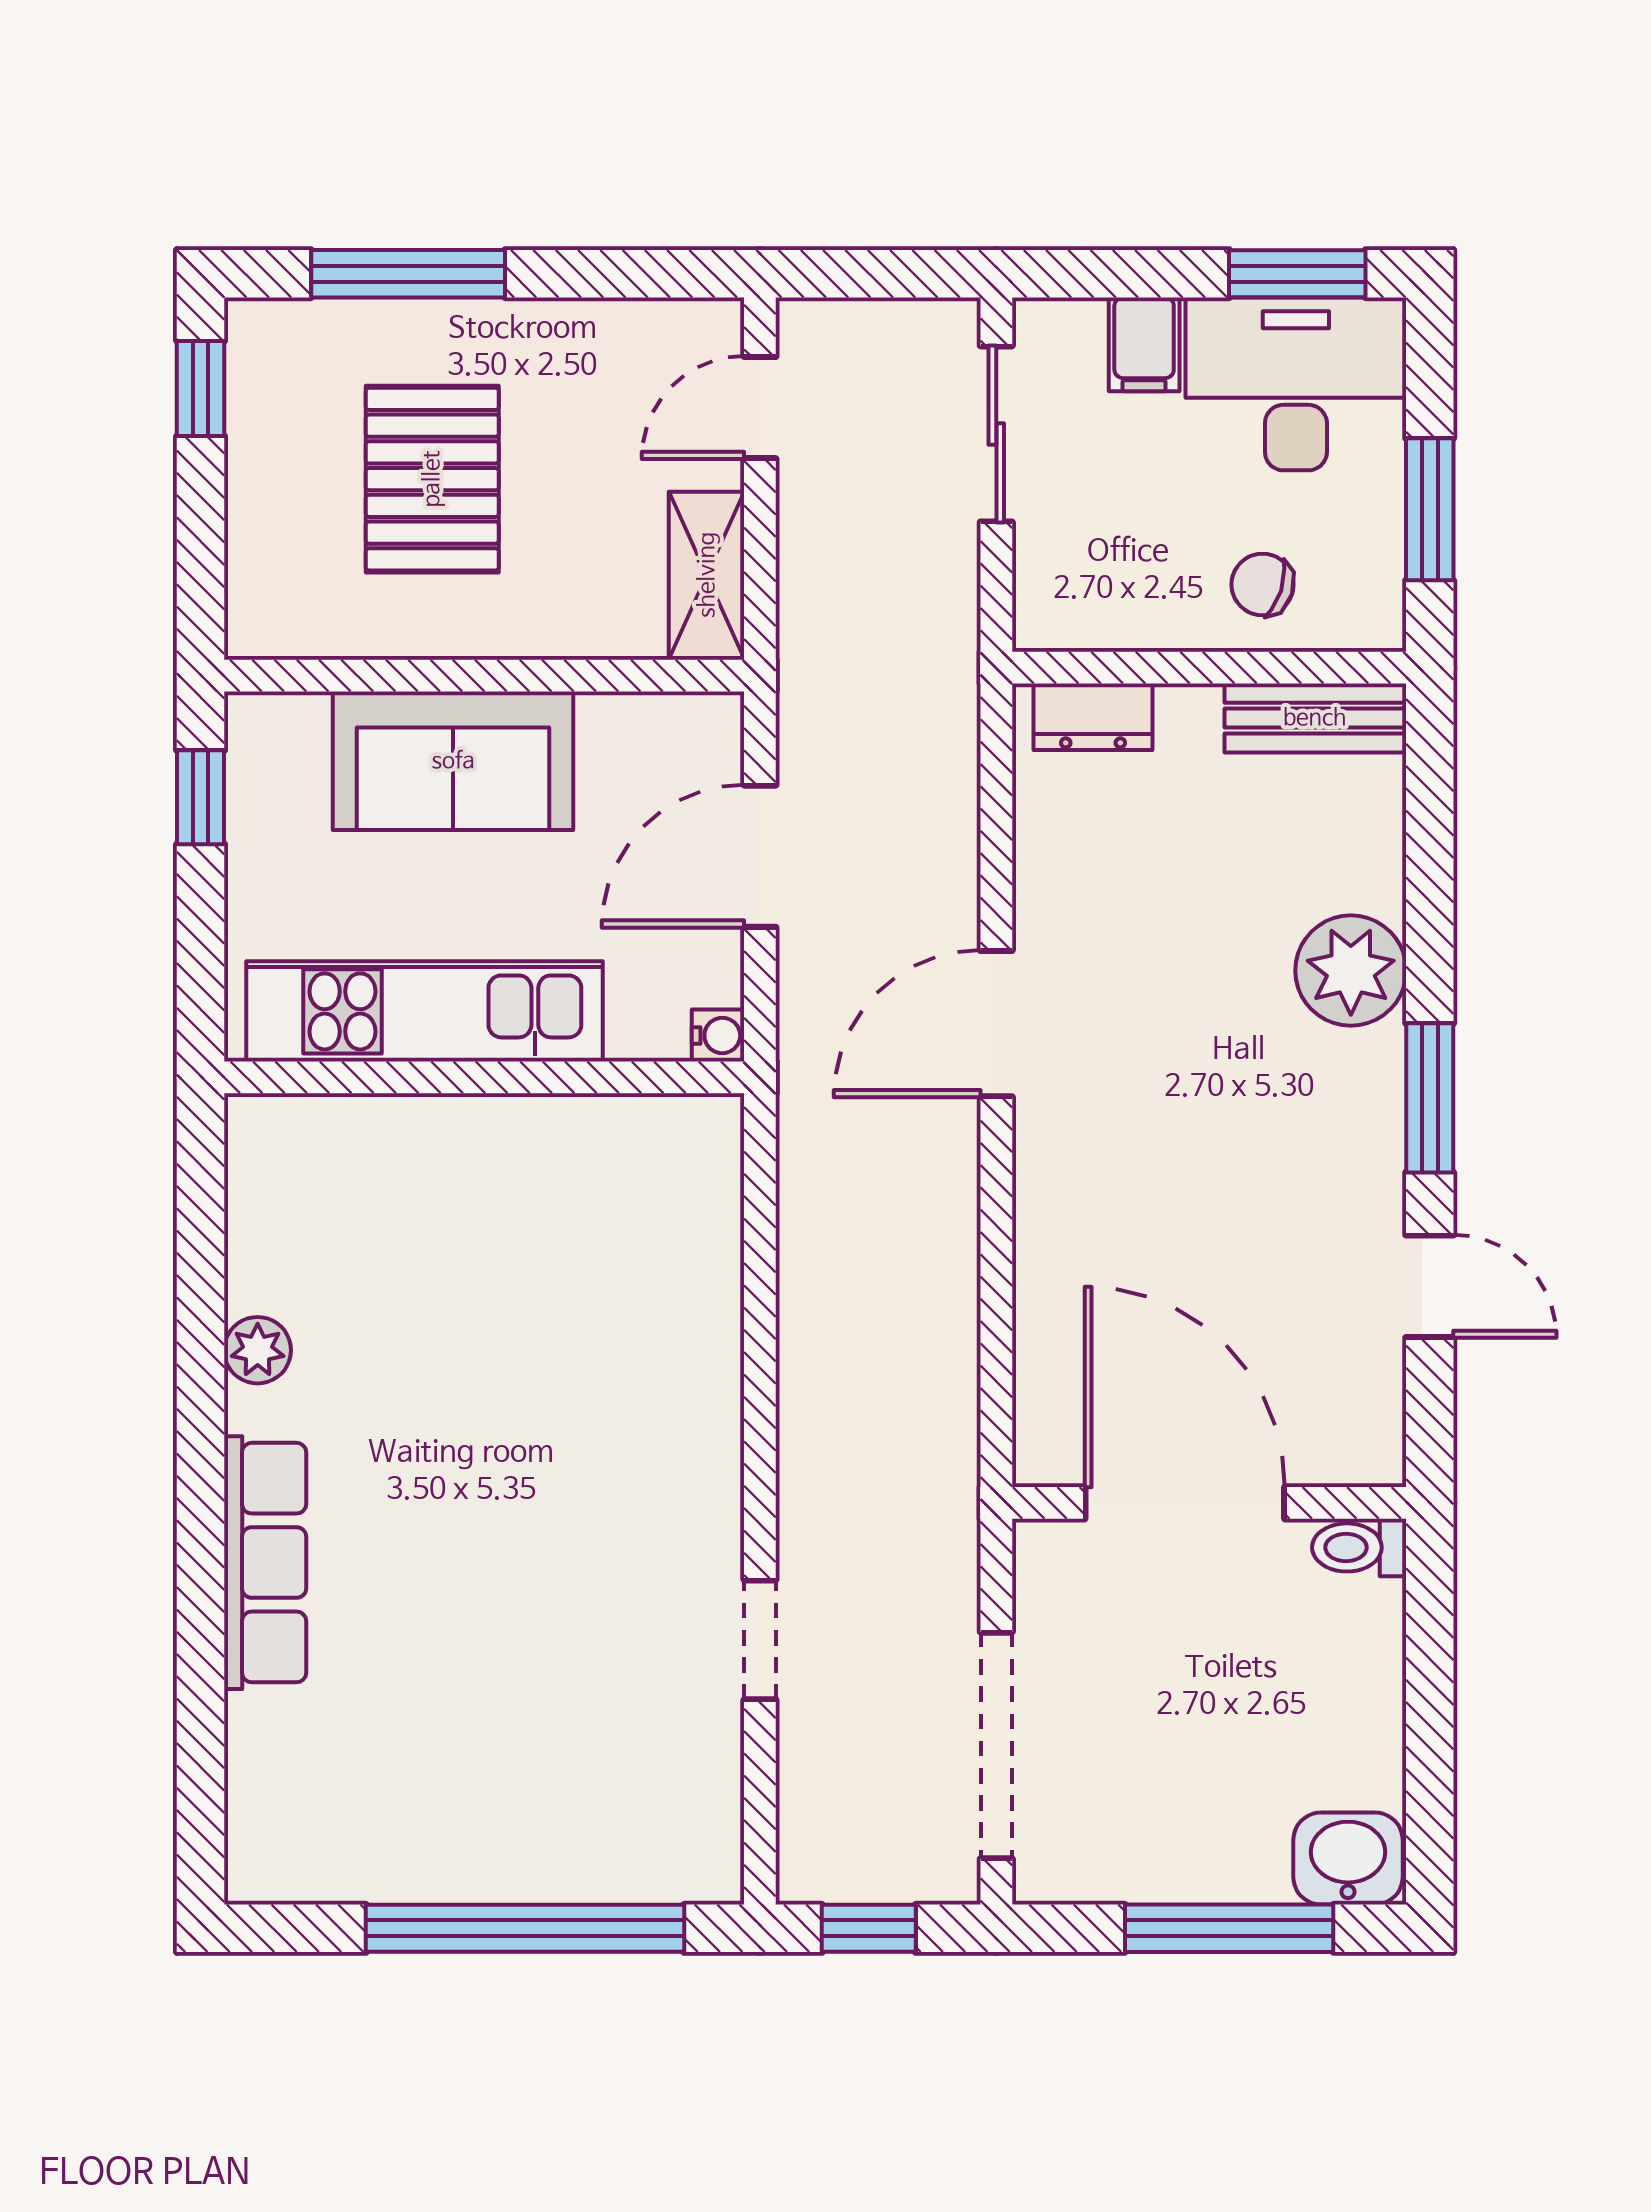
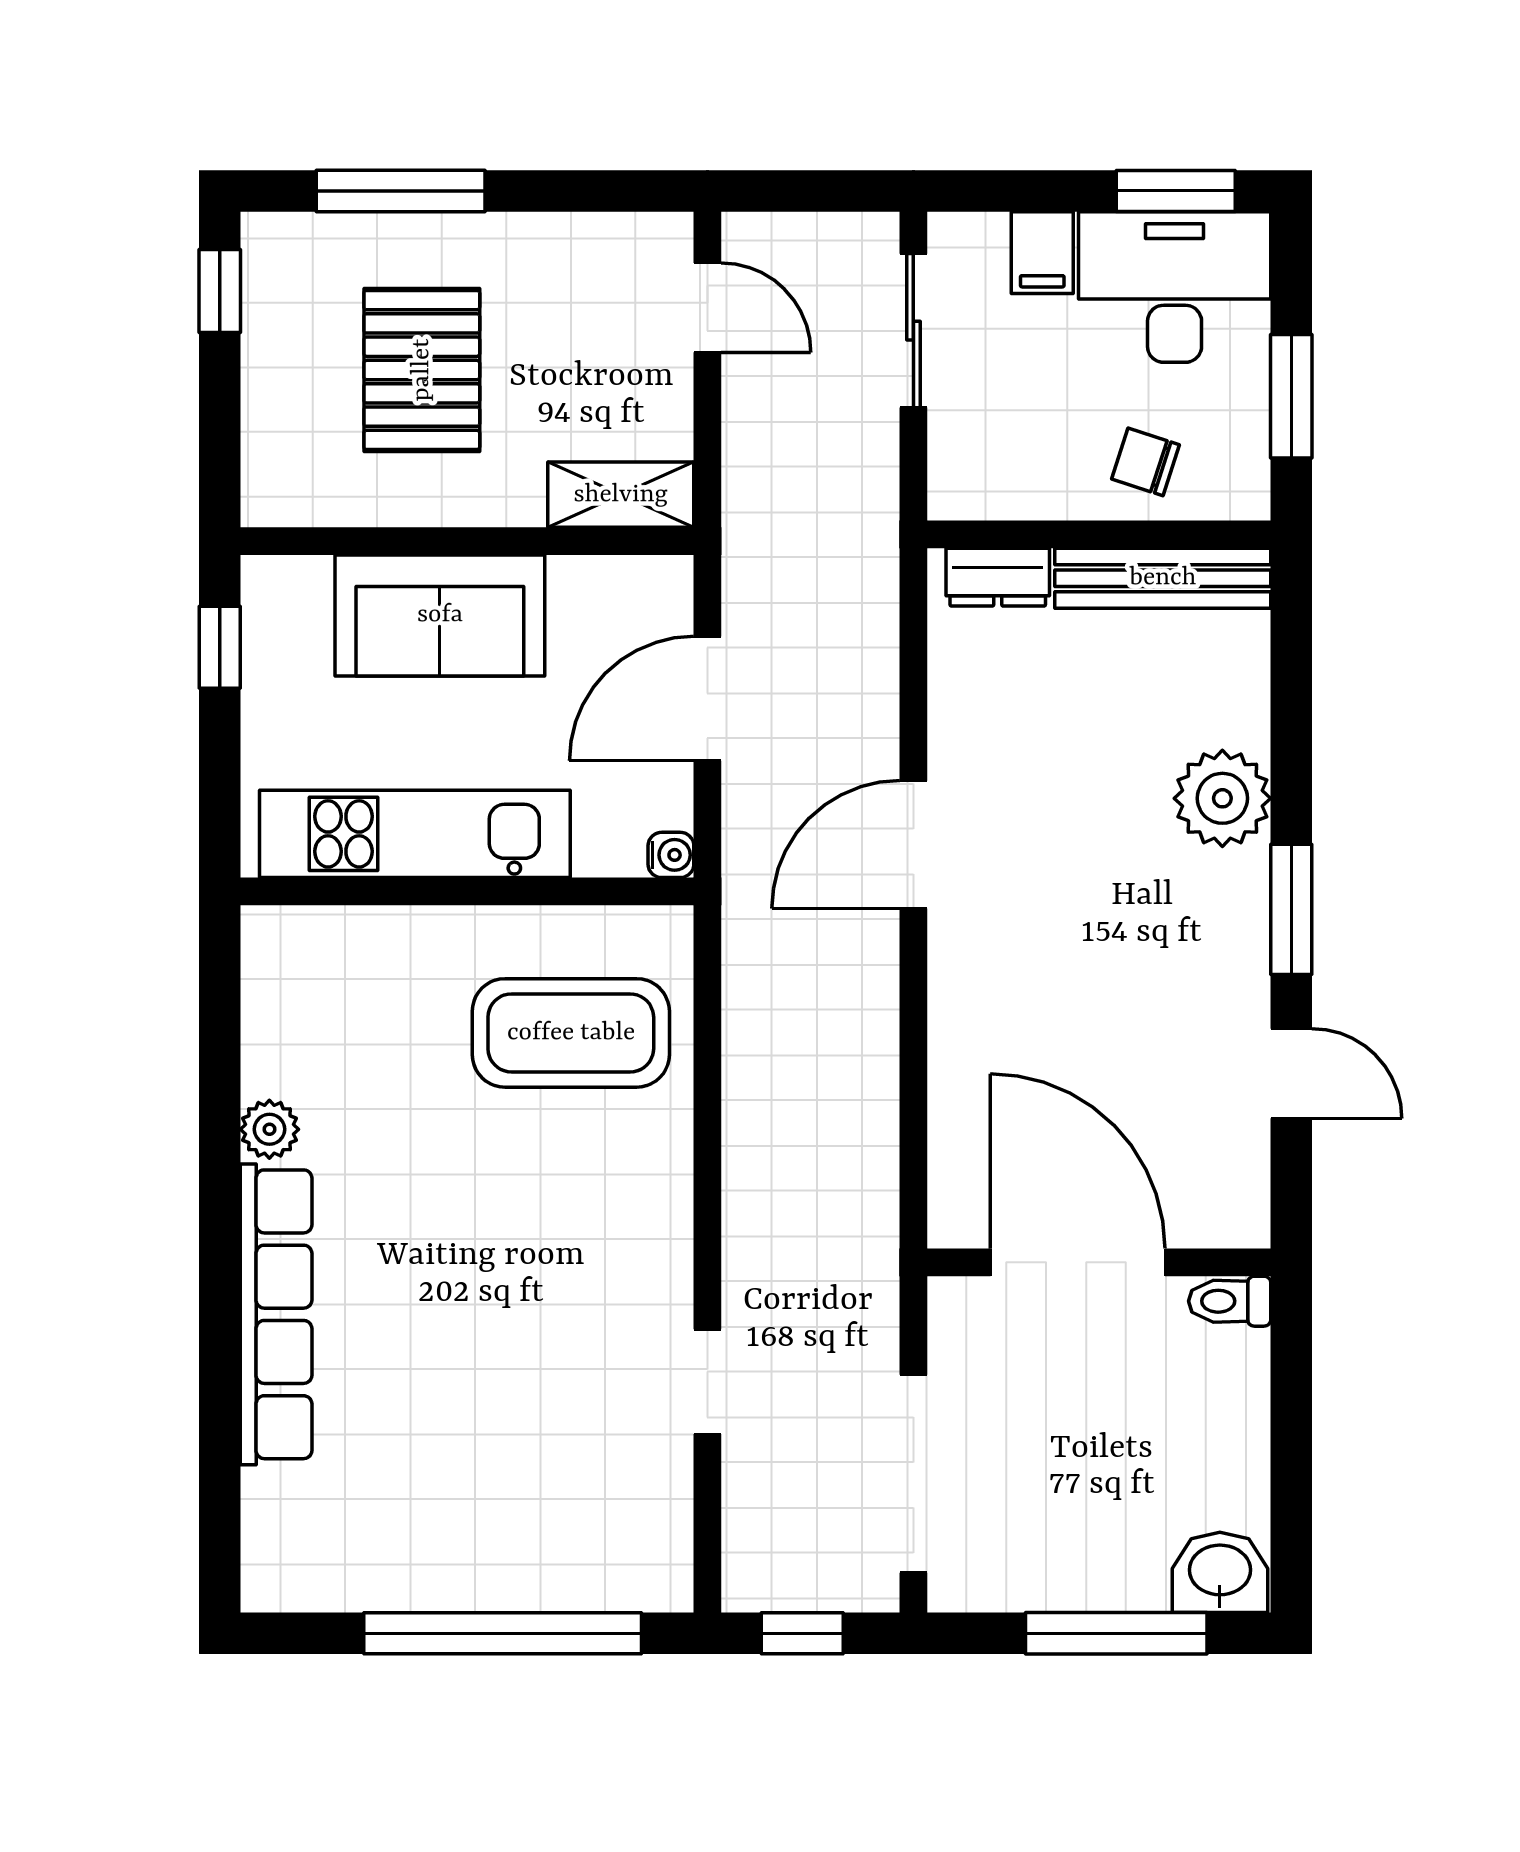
door: (760, 408) -> (707, 308), swing flipped
shelving: (707, 575) -> (621, 495), moved, turned 90
bench: (1315, 718) -> (1163, 578), width x1.36
coffee table: (603, 1240) -> (571, 1033), added
row of seats: (265, 1563) -> (276, 1314), width x1.36

